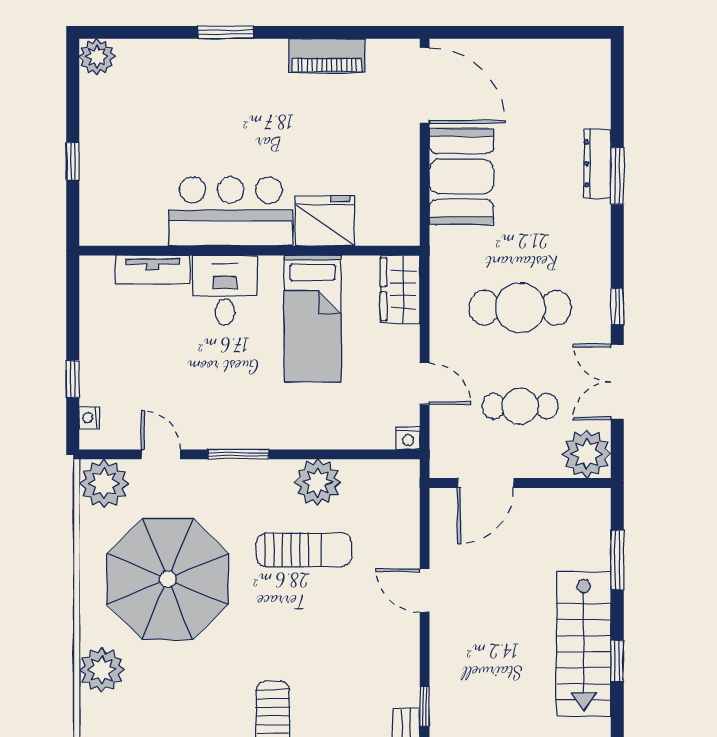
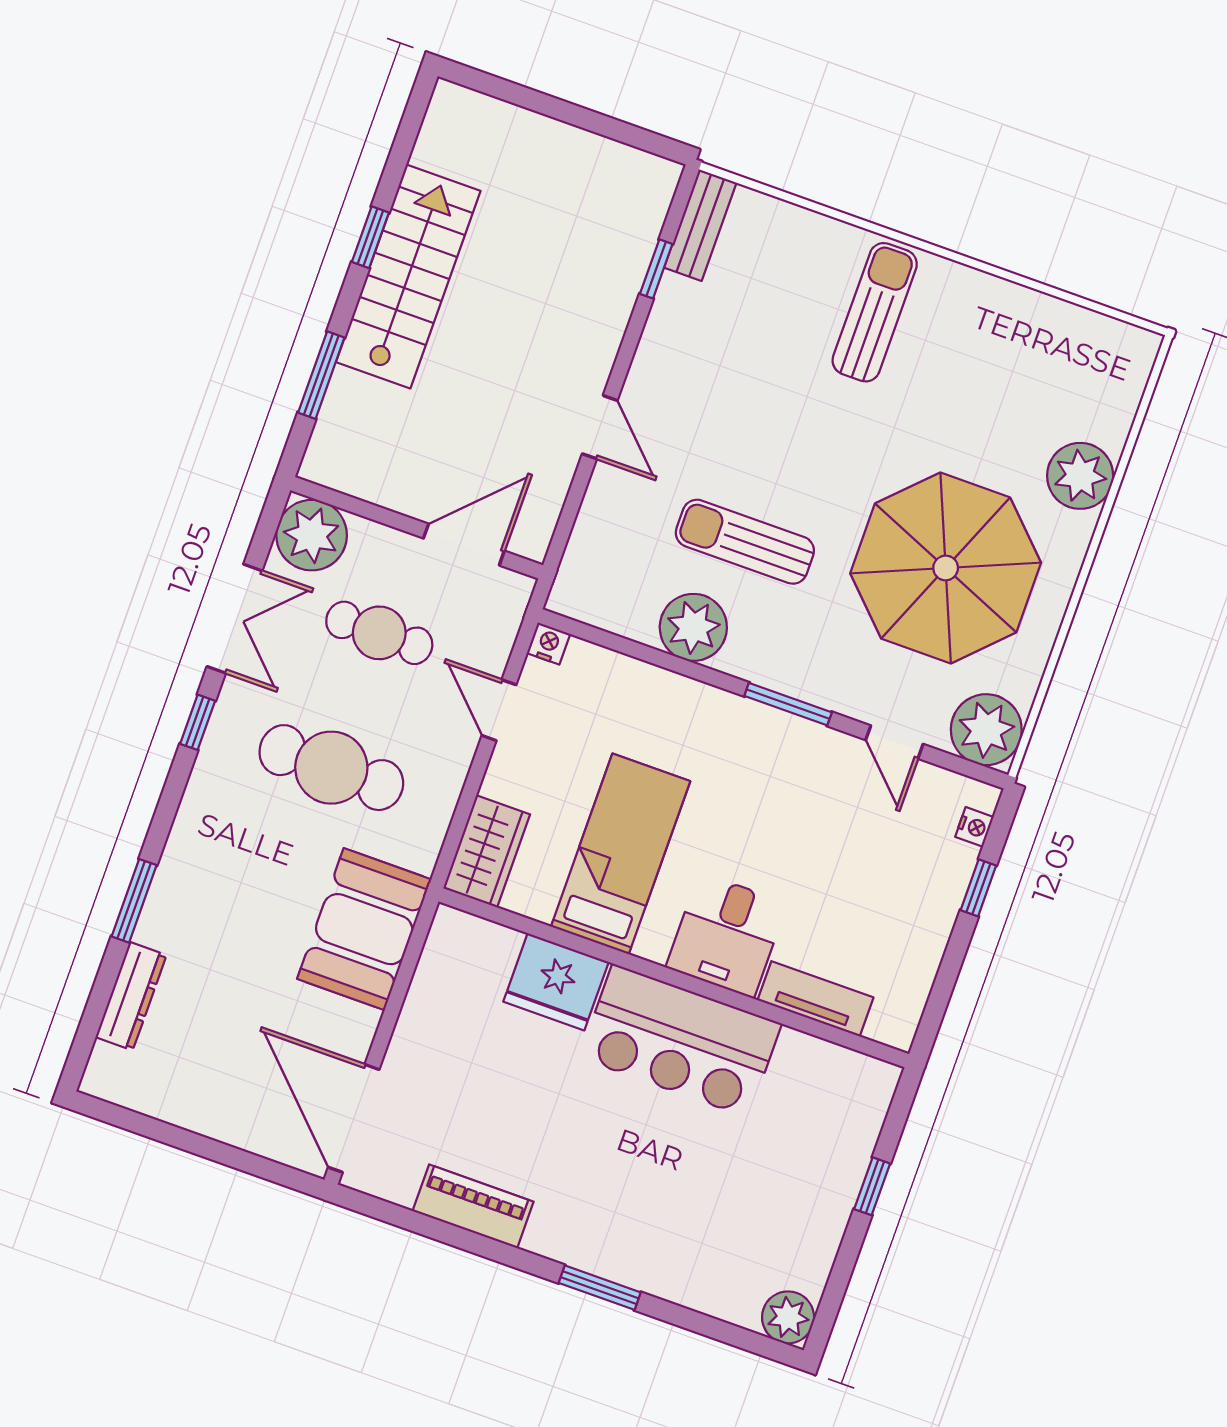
dresser: (597, 163) -> (131, 996), moved
booth: (461, 177) -> (364, 929), moved

